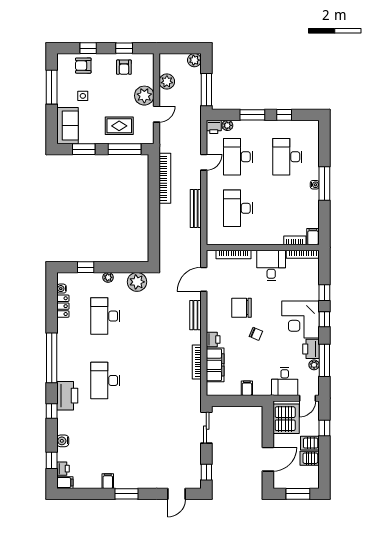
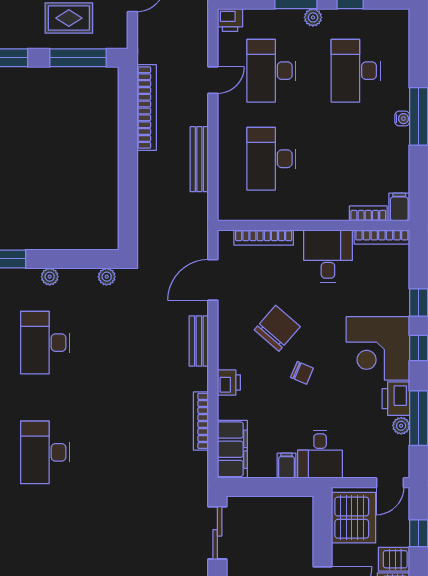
plant: (227, 125) -> (313, 17), moved
plant: (137, 282) -> (107, 277), width x0.53, depth x0.53
chair: (241, 308) -> (277, 328), turned 131
filing cabinet: (215, 365) -> (232, 449), moved
desk: (285, 381) -> (320, 454), moved

